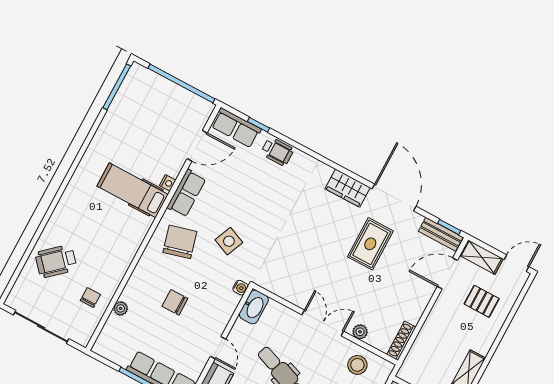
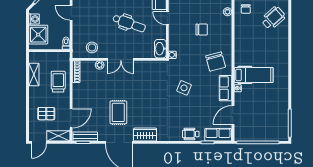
side table: (229, 241) -> (184, 88), moved
trolley: (437, 340) -> (58, 82), added

